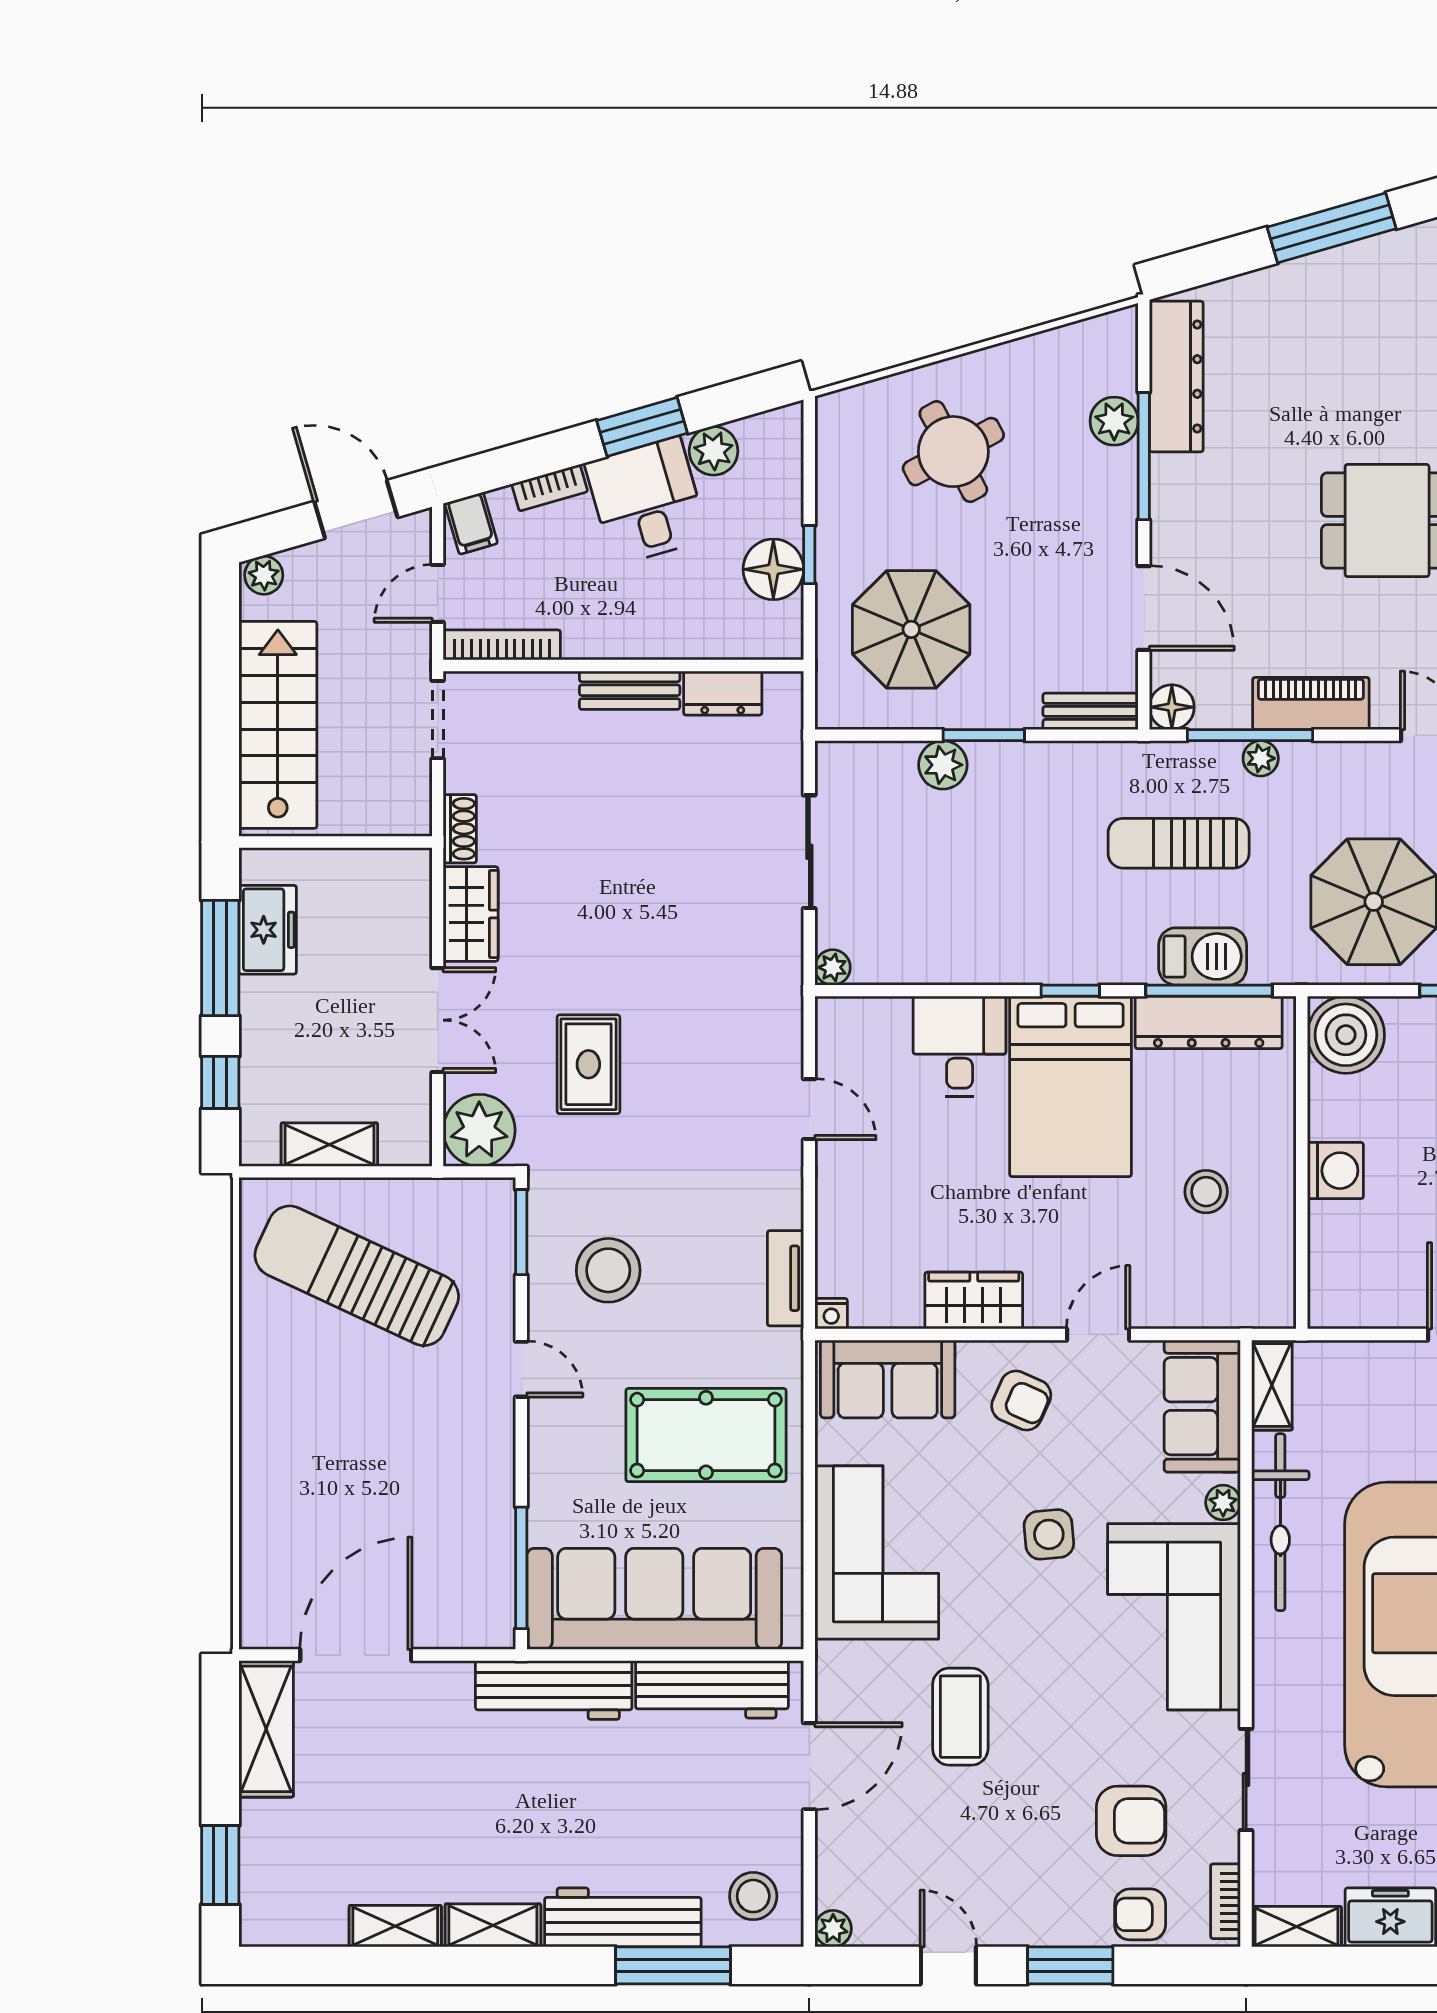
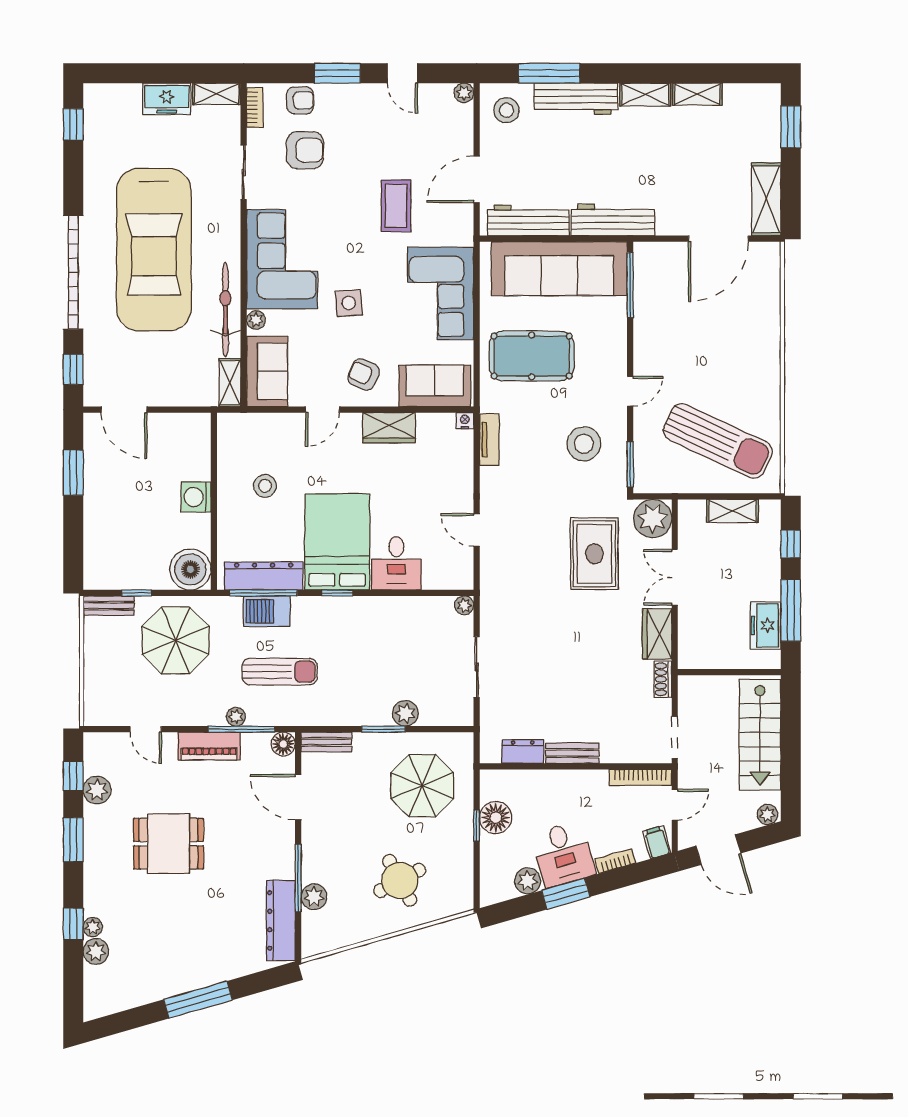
rug: (588, 1064) -> (594, 554), width x1.36, depth x1.43
door: (521, 1369) -> (630, 391), swing flipped
armchair: (1131, 1821) -> (305, 150), turned 180

